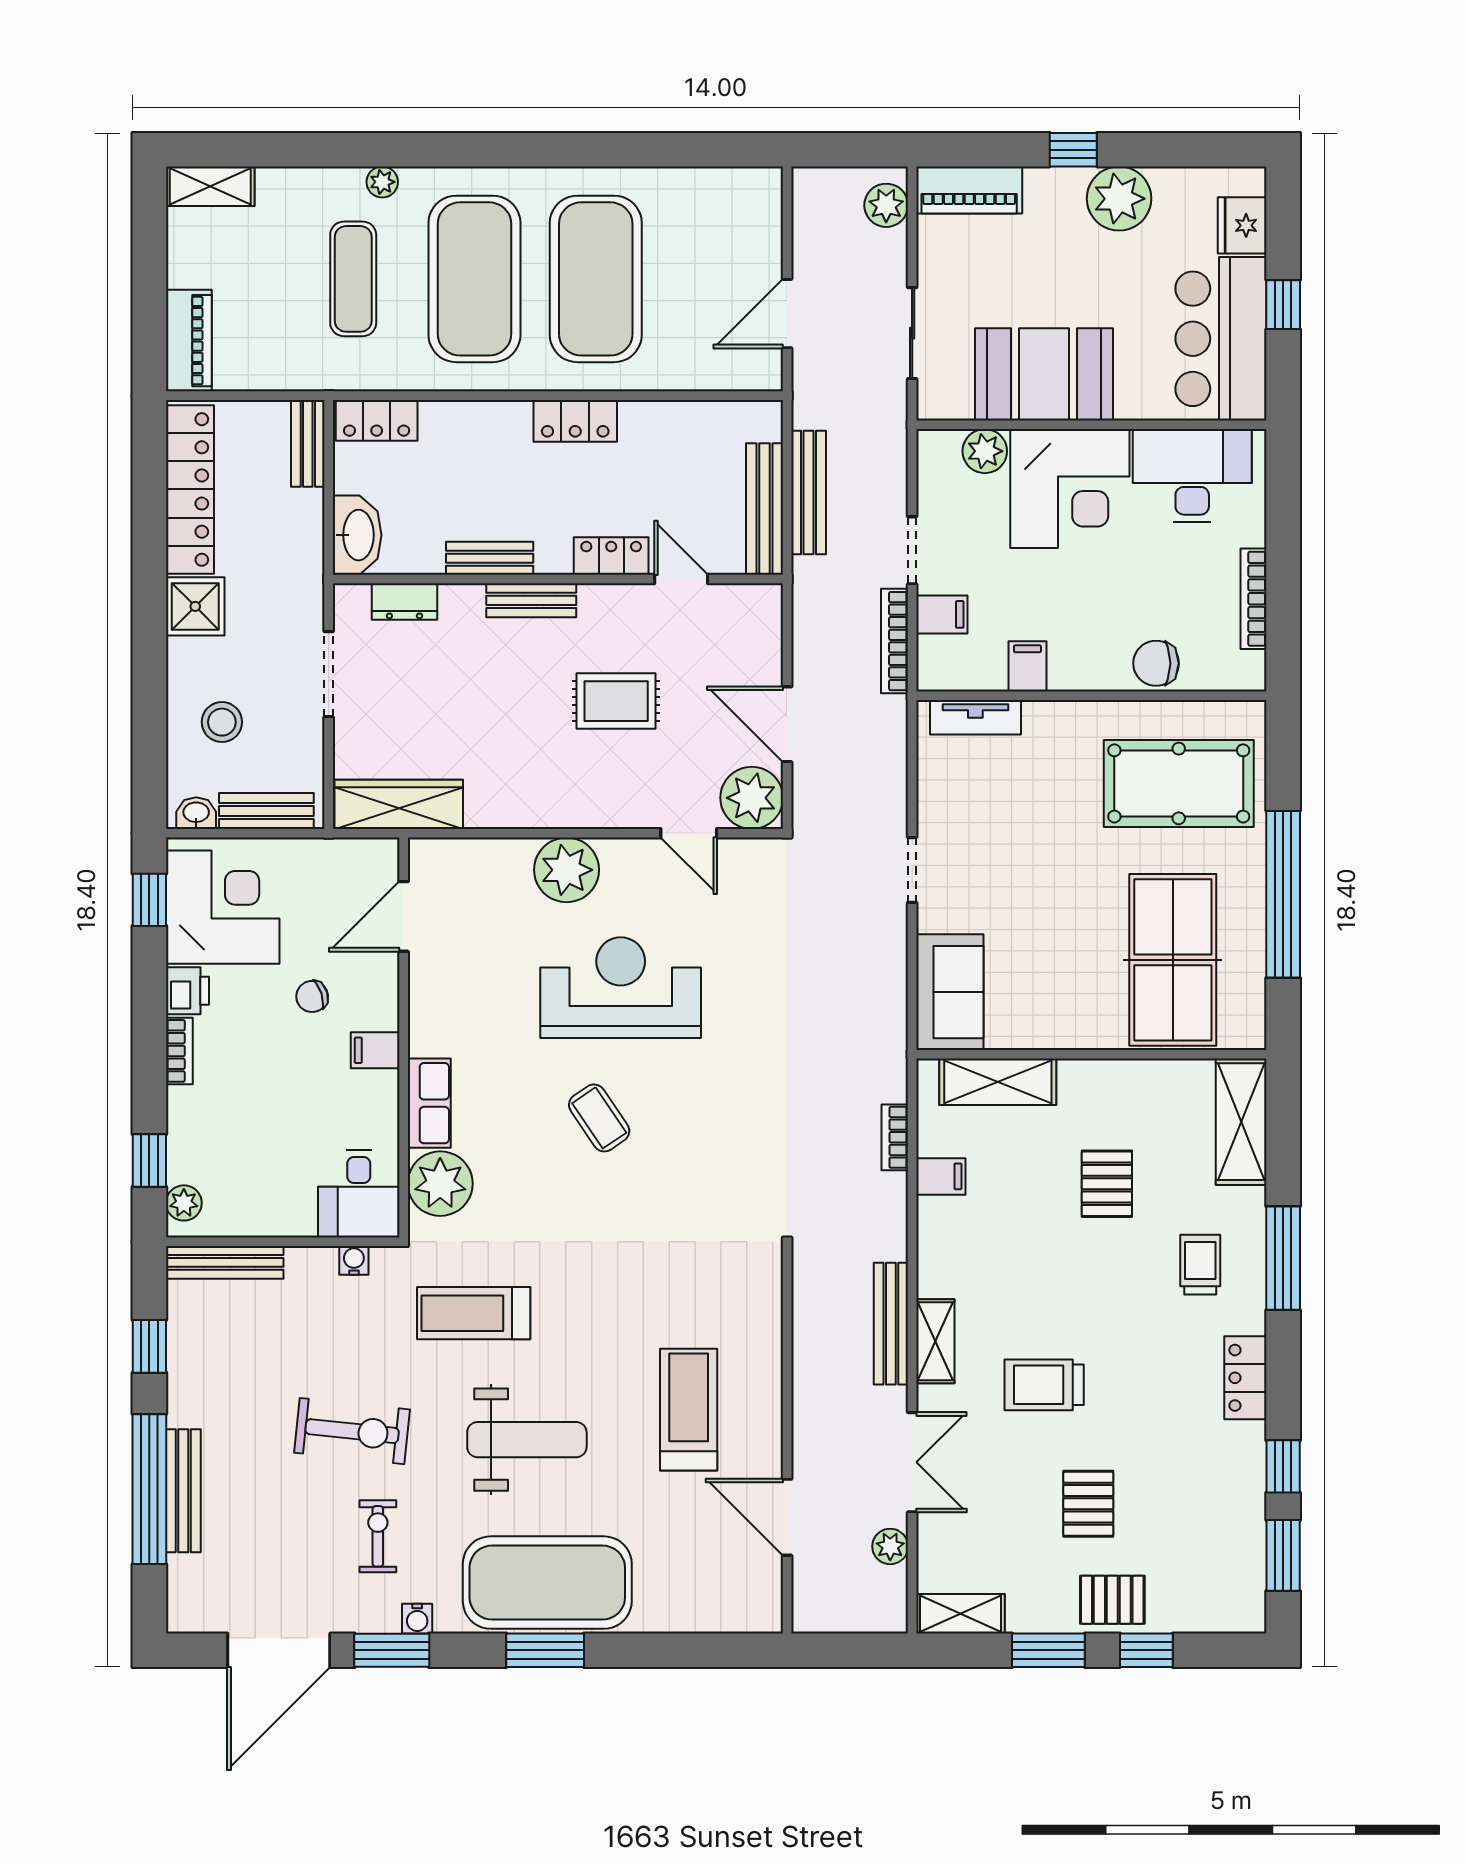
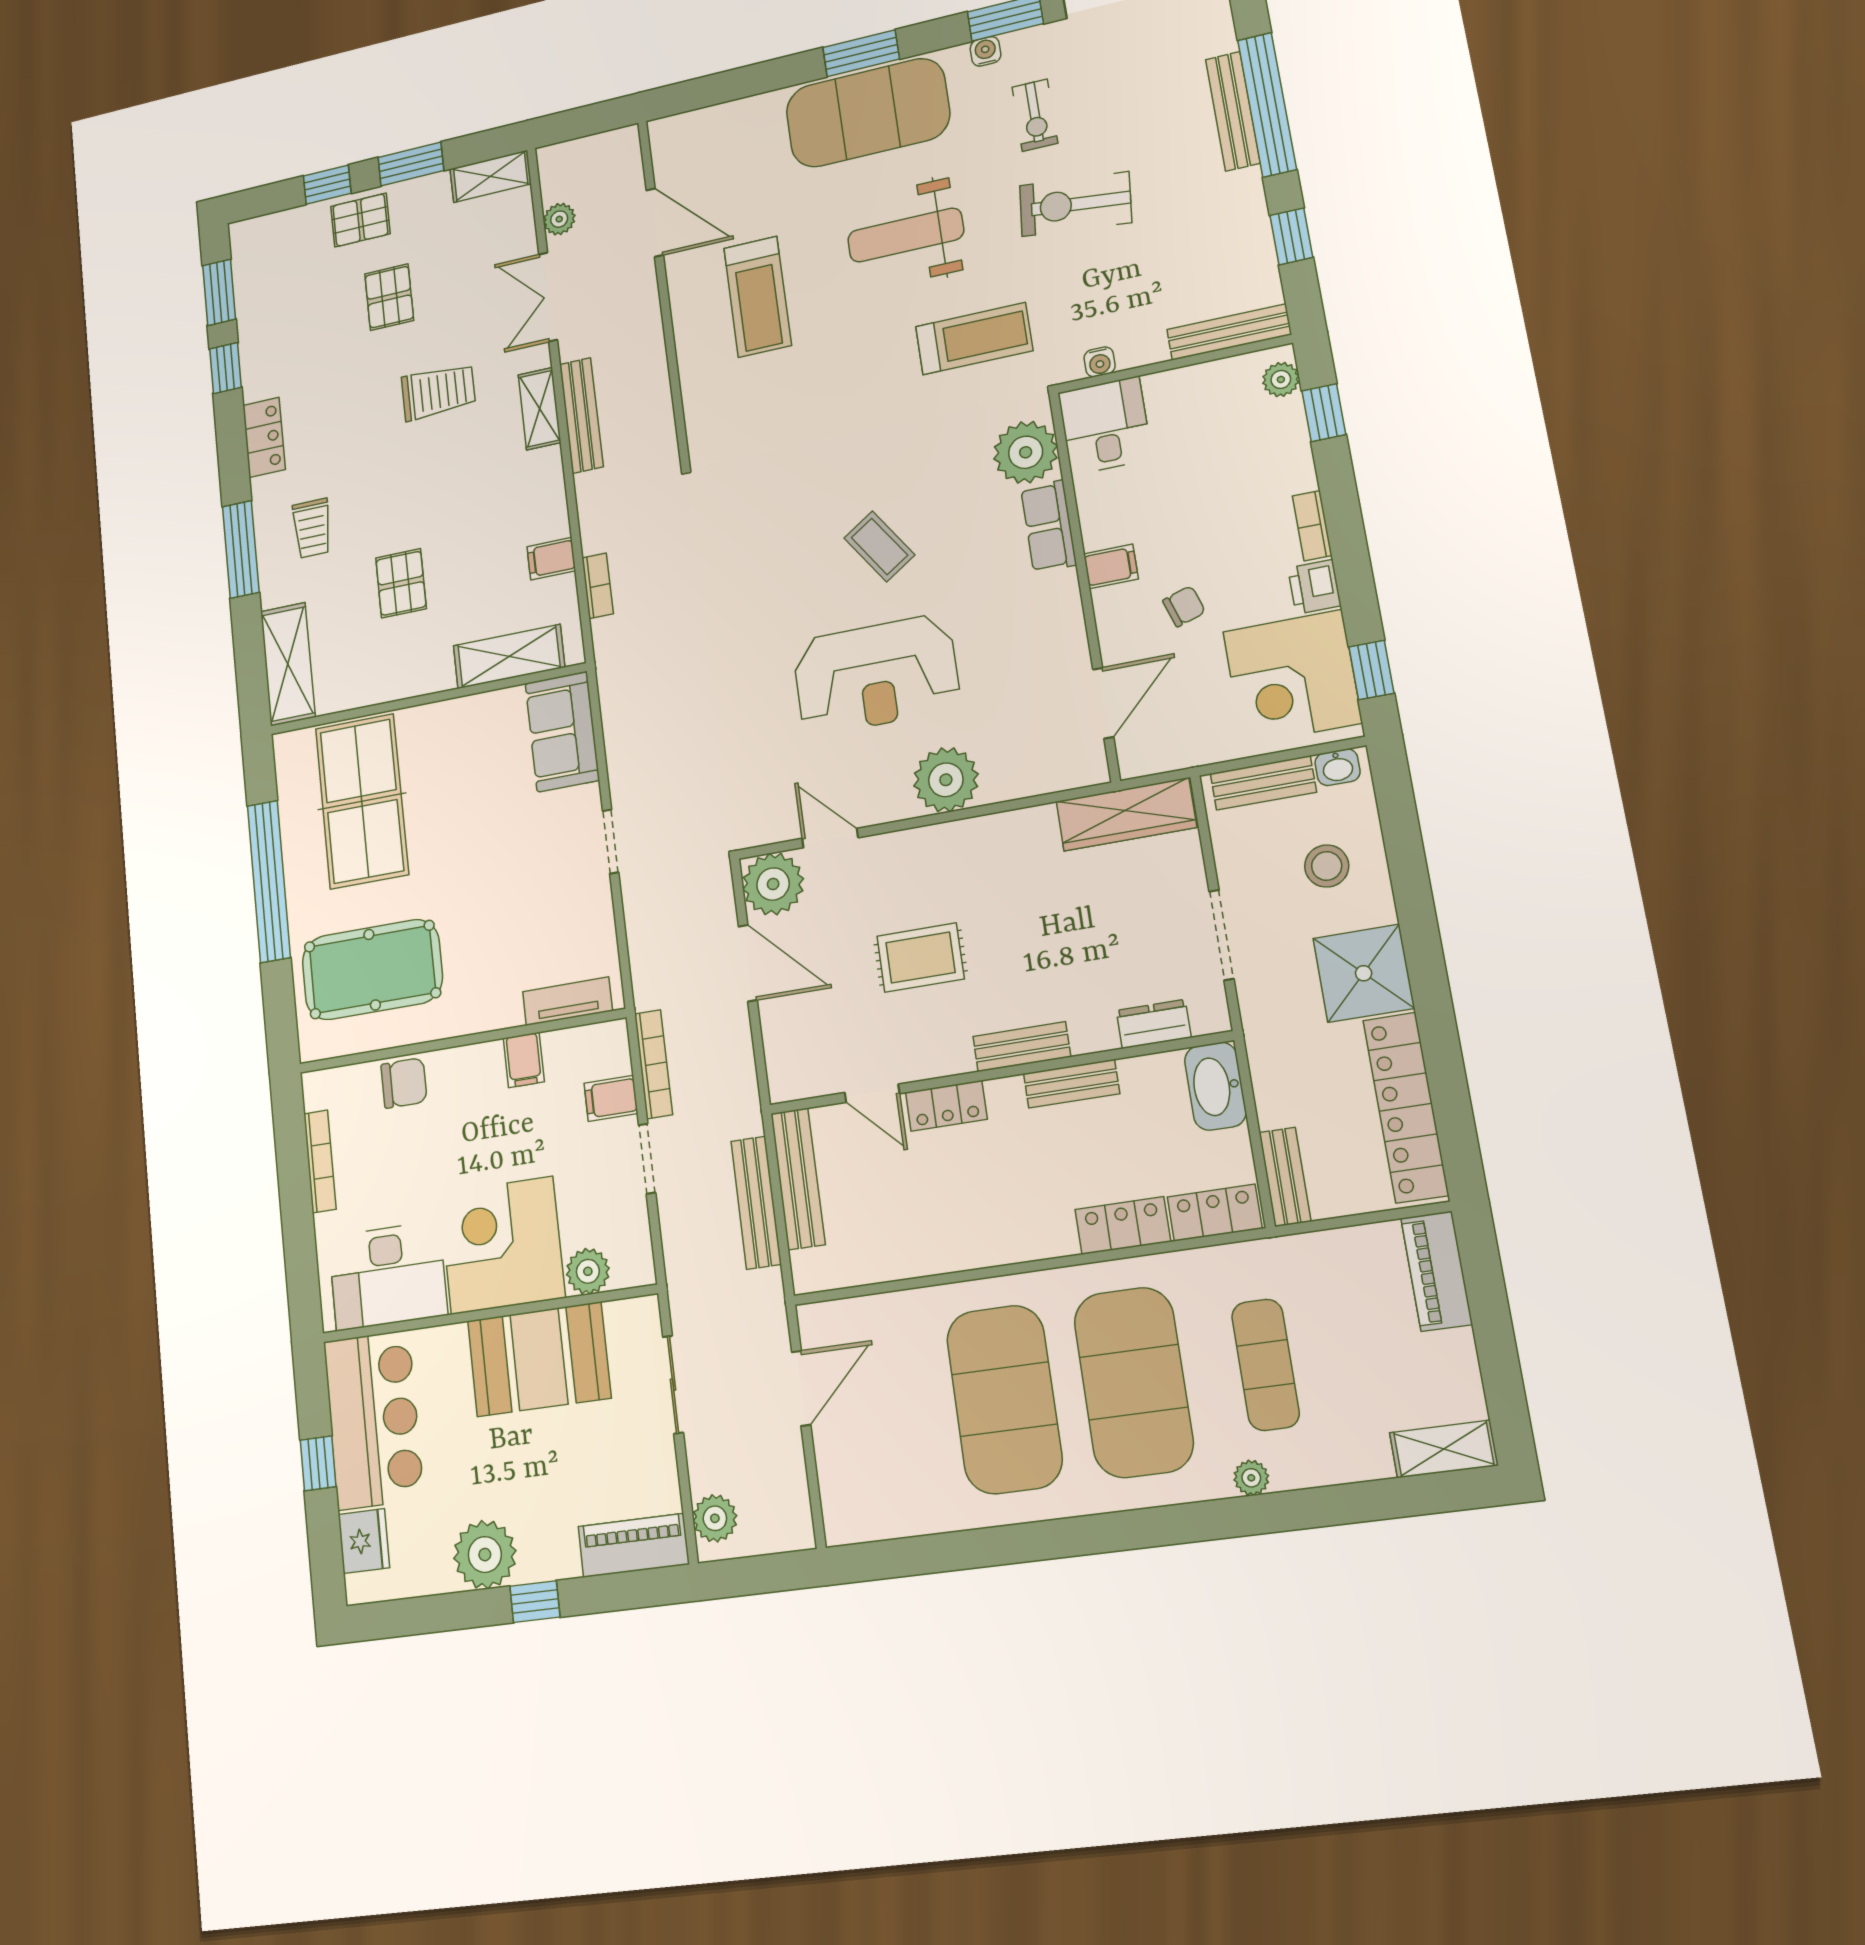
locker: (575, 421) -> (1123, 1225), moved
shower: (195, 606) -> (1364, 973), width x1.36, depth x1.36

